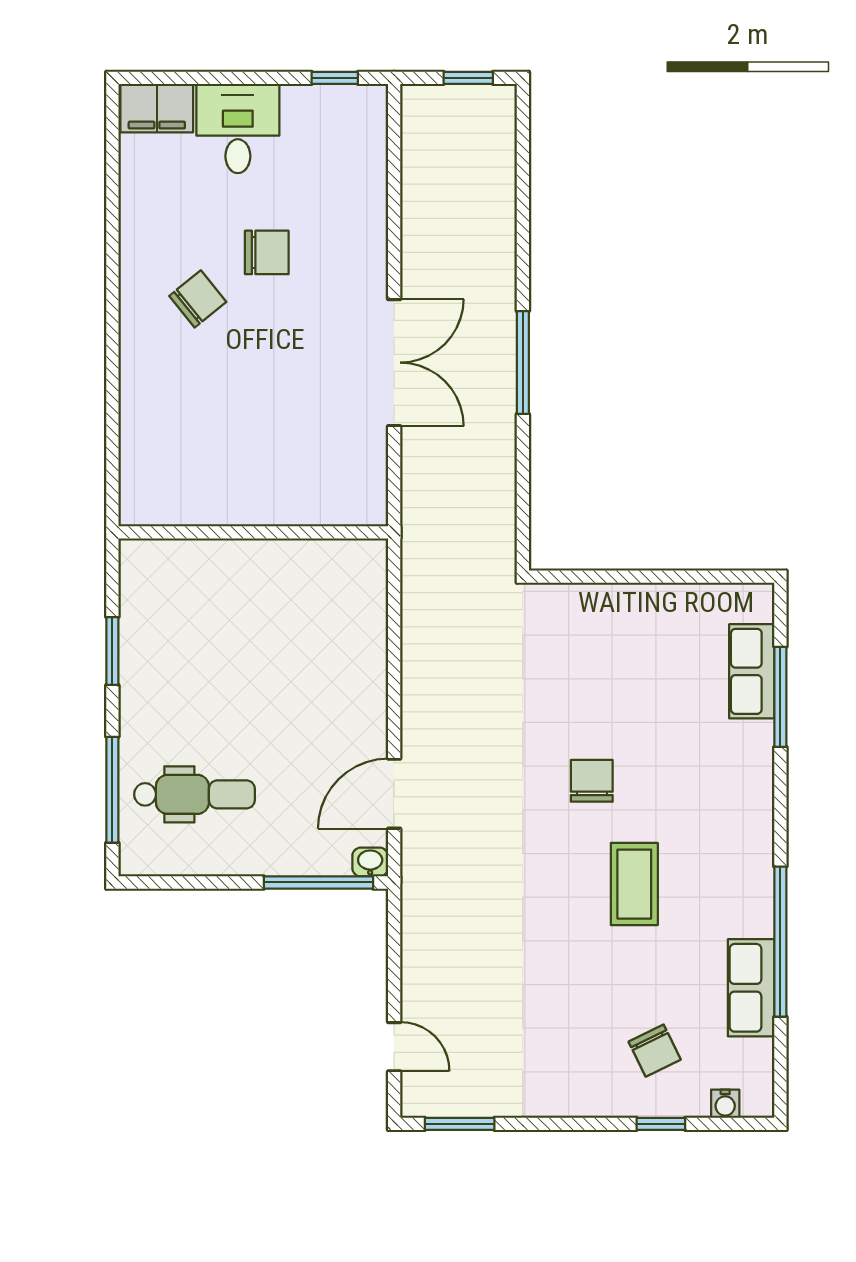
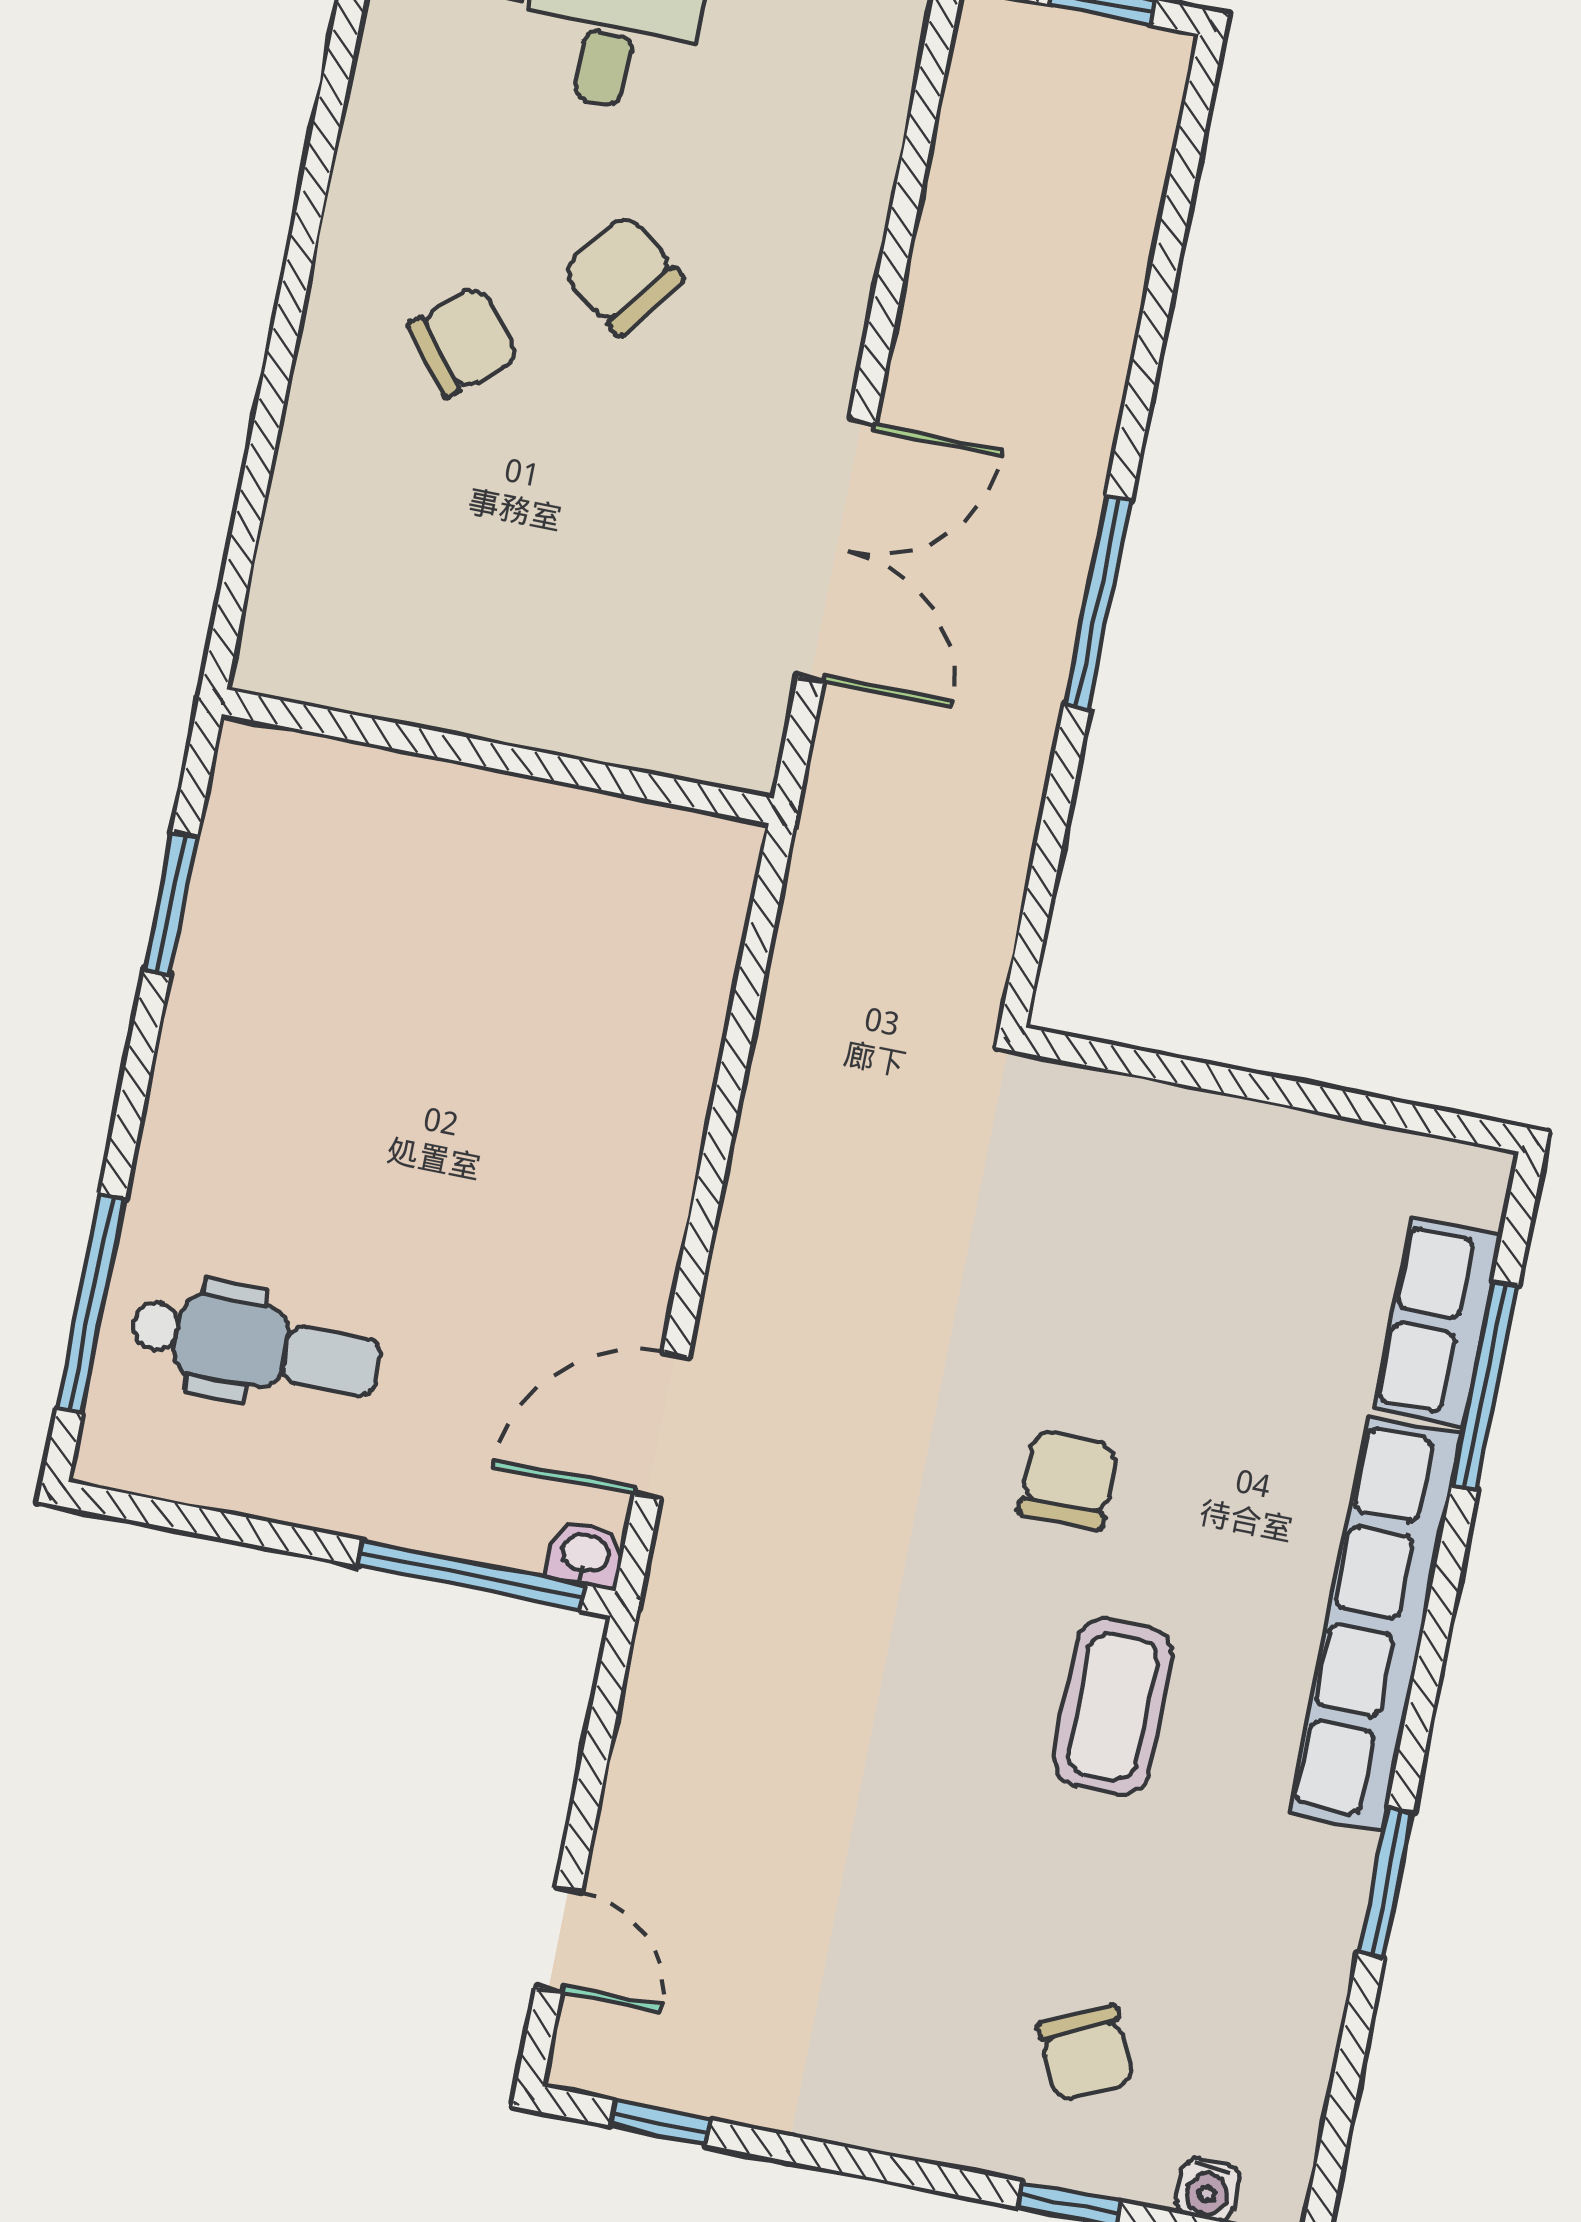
chair: (267, 252) -> (622, 275), turned -143
wall: (253, 532) -> (498, 756), moved
window: (112, 651) -> (171, 904), moved
window: (780, 942) -> (1386, 1883), width x0.47
row of seats: (751, 988) -> (1376, 1623), moved, width x2.02
window: (460, 1124) -> (661, 2123), width x0.67

